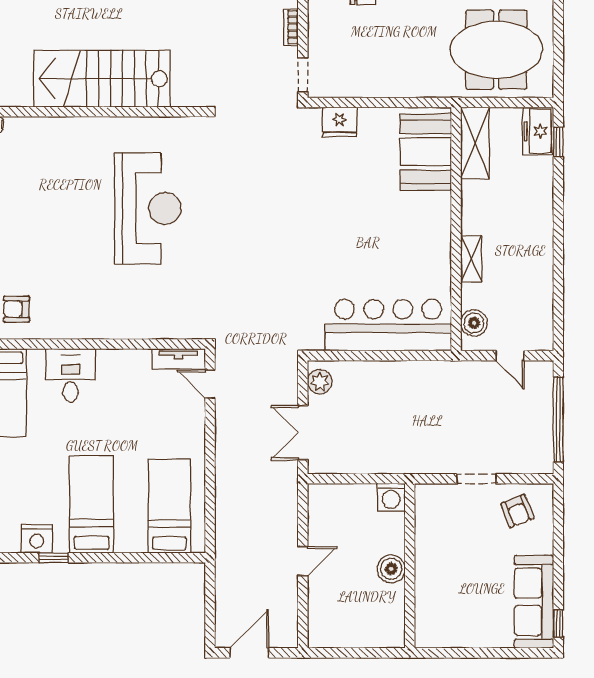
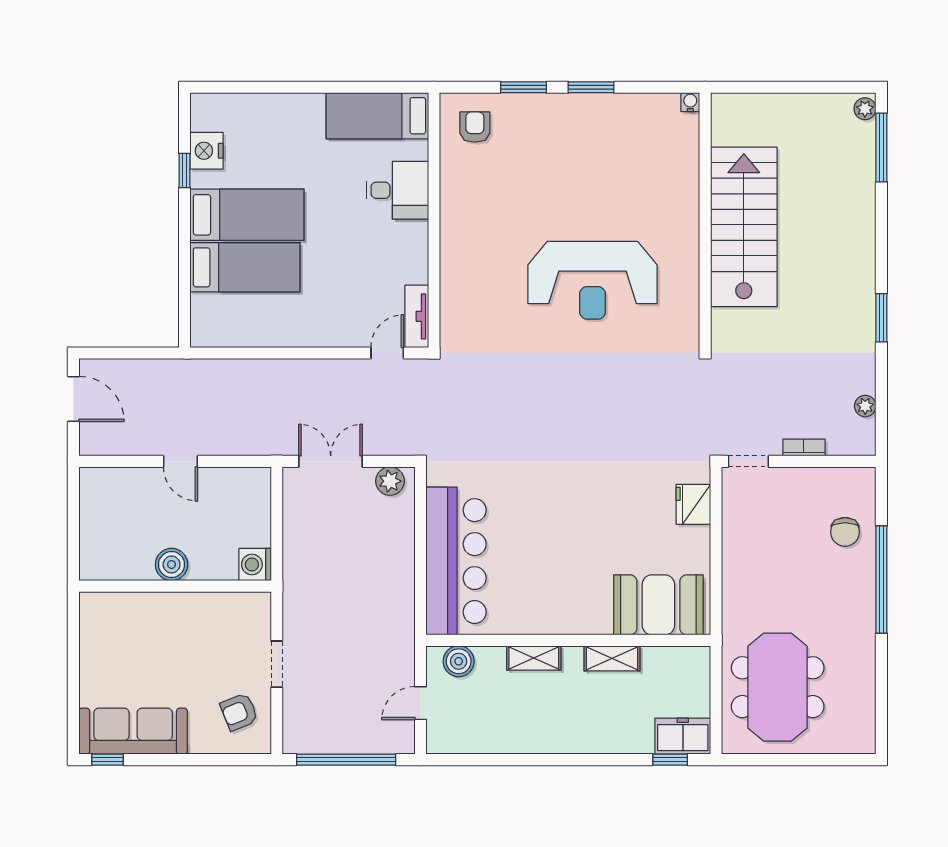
shelving: (475, 143) -> (612, 658), moved, width x0.67, depth x0.75
bed: (169, 506) -> (245, 267), moved

